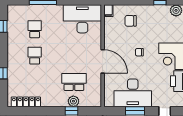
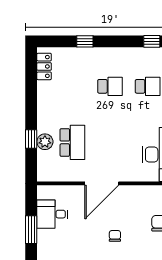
desk: (133, 93) -> (52, 214), width x0.53, depth x0.77
locker: (26, 102) -> (44, 66), width x0.66

